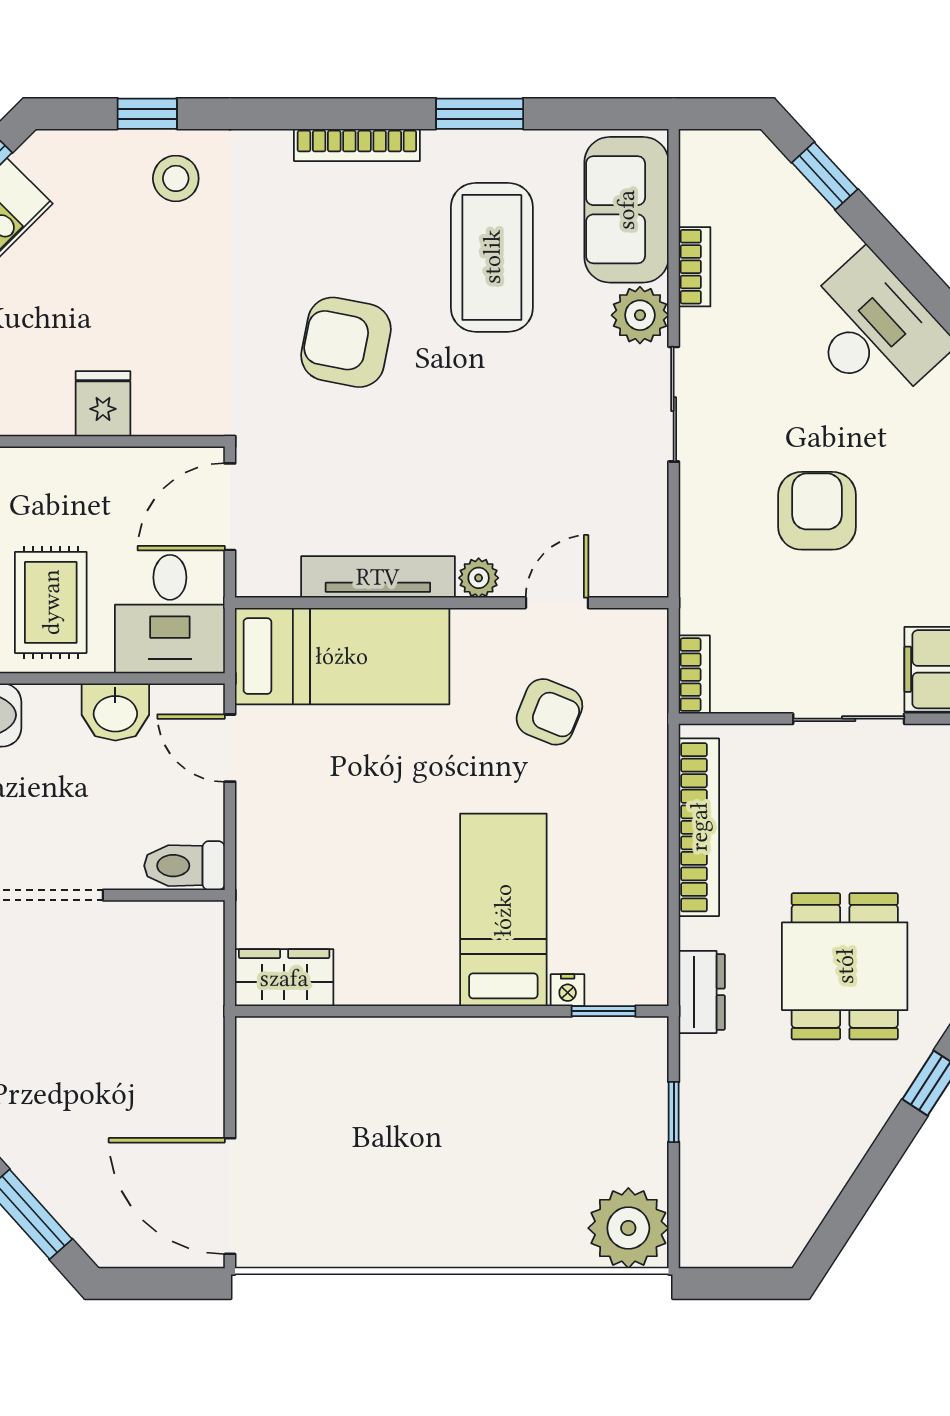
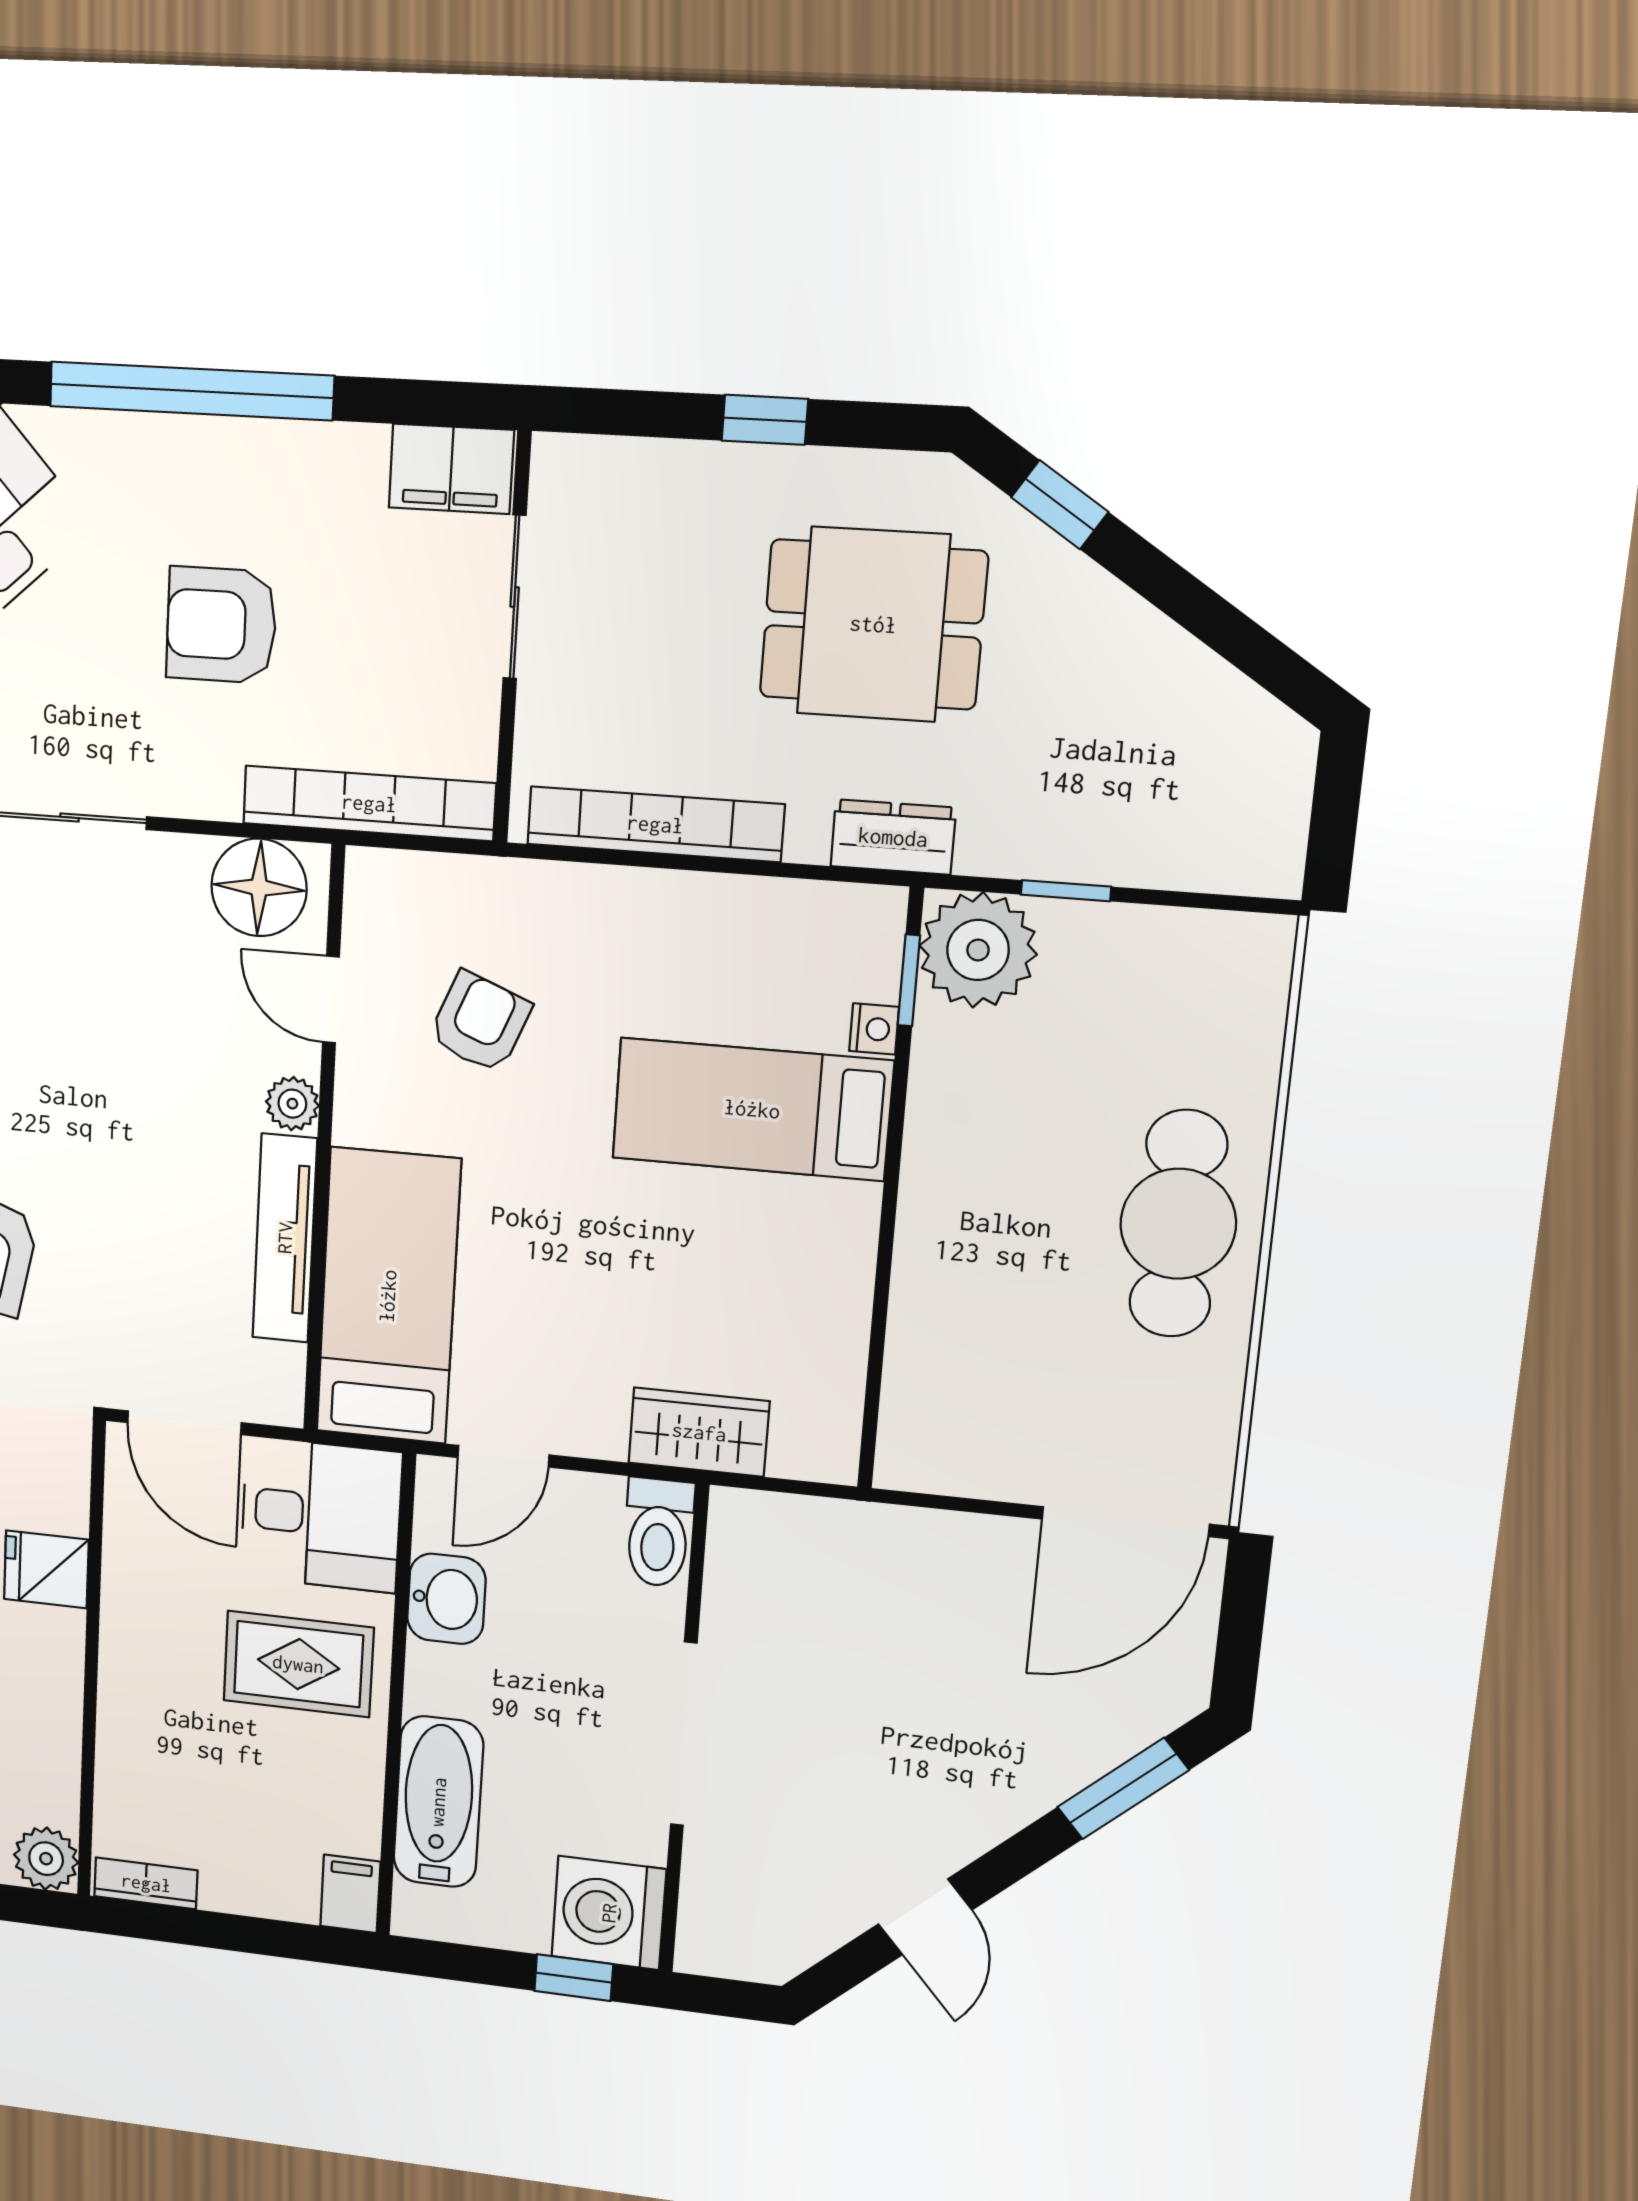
floor lamp: (634, 546) -> (259, 888), added
bookcase: (694, 675) -> (369, 803), width x2.31, depth x1.31
wardrobe: (284, 978) -> (699, 1432), moved, turned 90
cafe table: (449, 1210) -> (1178, 1224), added
plant: (628, 1228) -> (978, 950), moved

